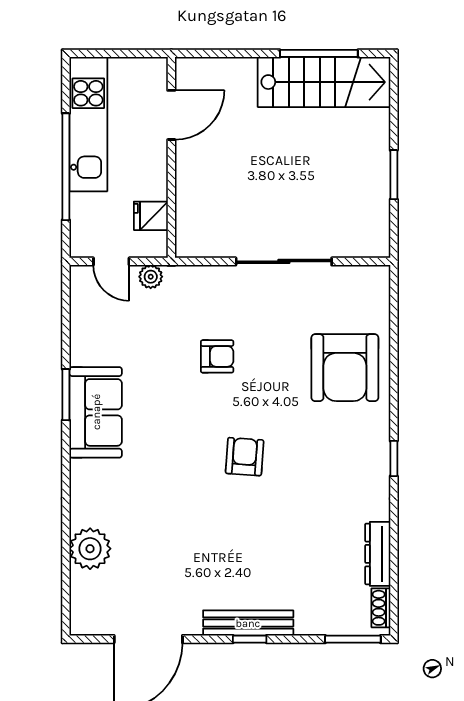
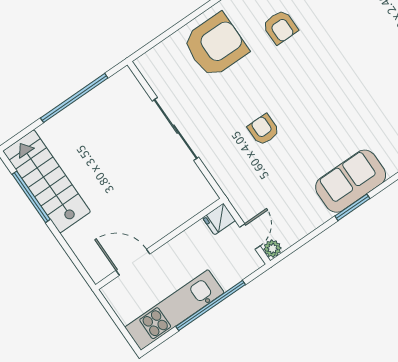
window: (394, 175) -> (74, 98), width x2.11
fridge: (151, 216) -> (219, 219), moved, turned 90
plant: (151, 277) -> (272, 249), moved
armchair: (245, 457) -> (280, 27), moved, turned -94

